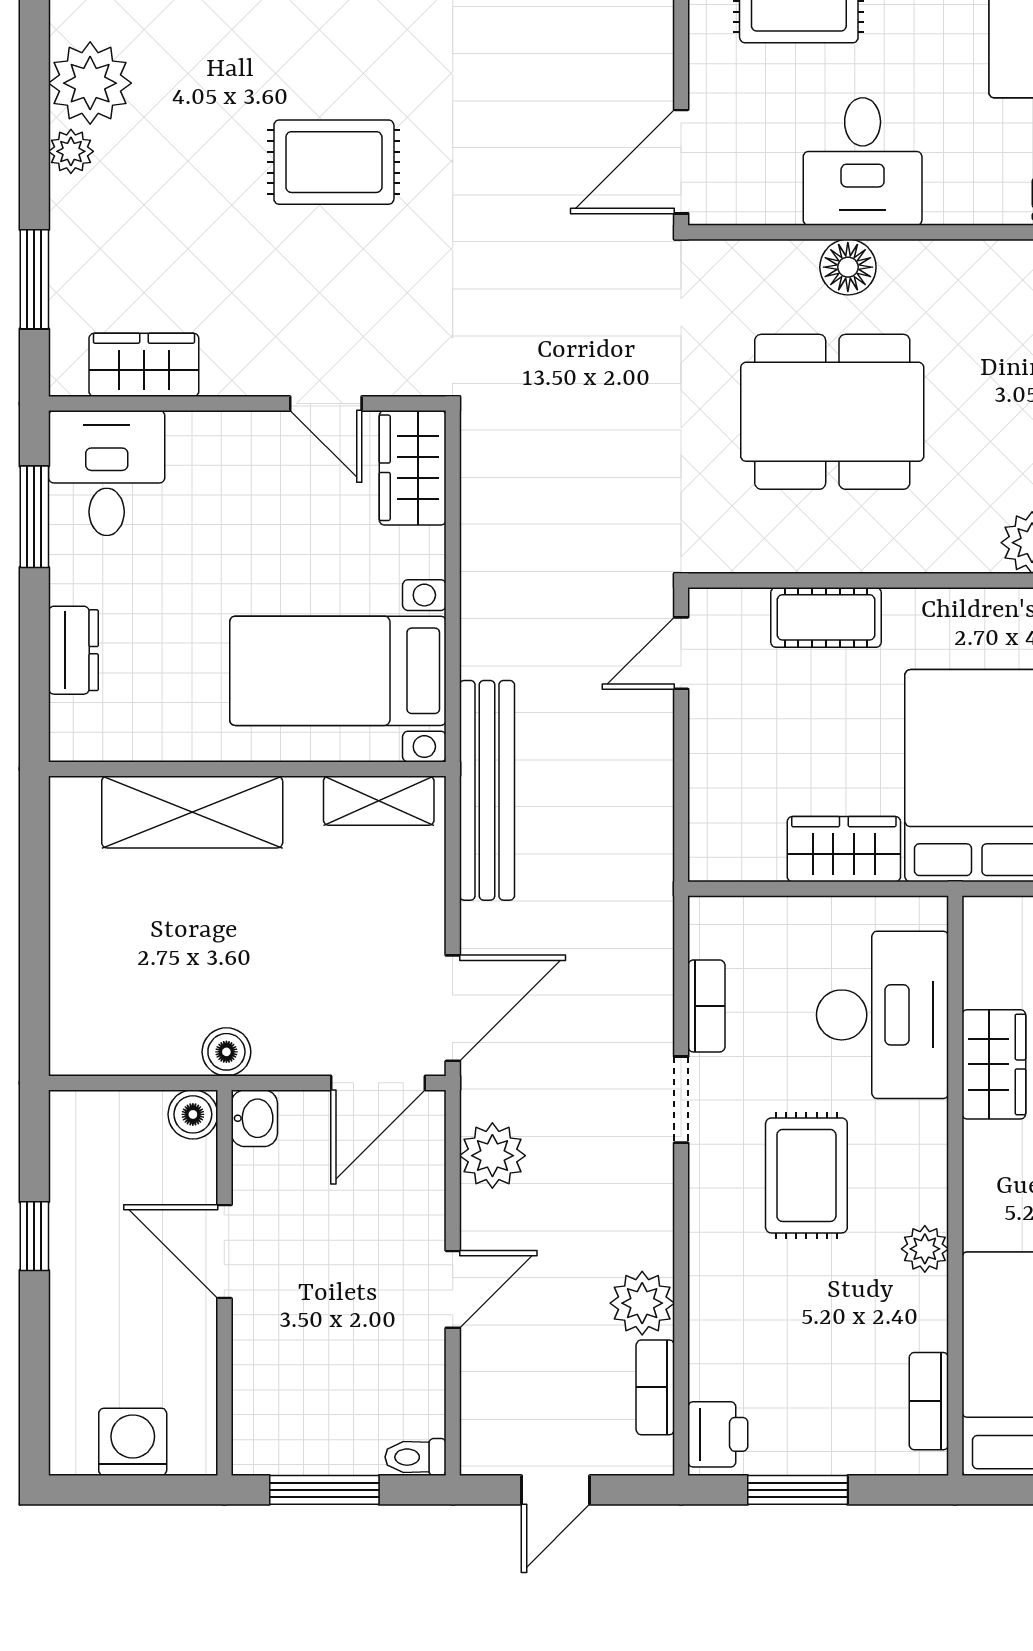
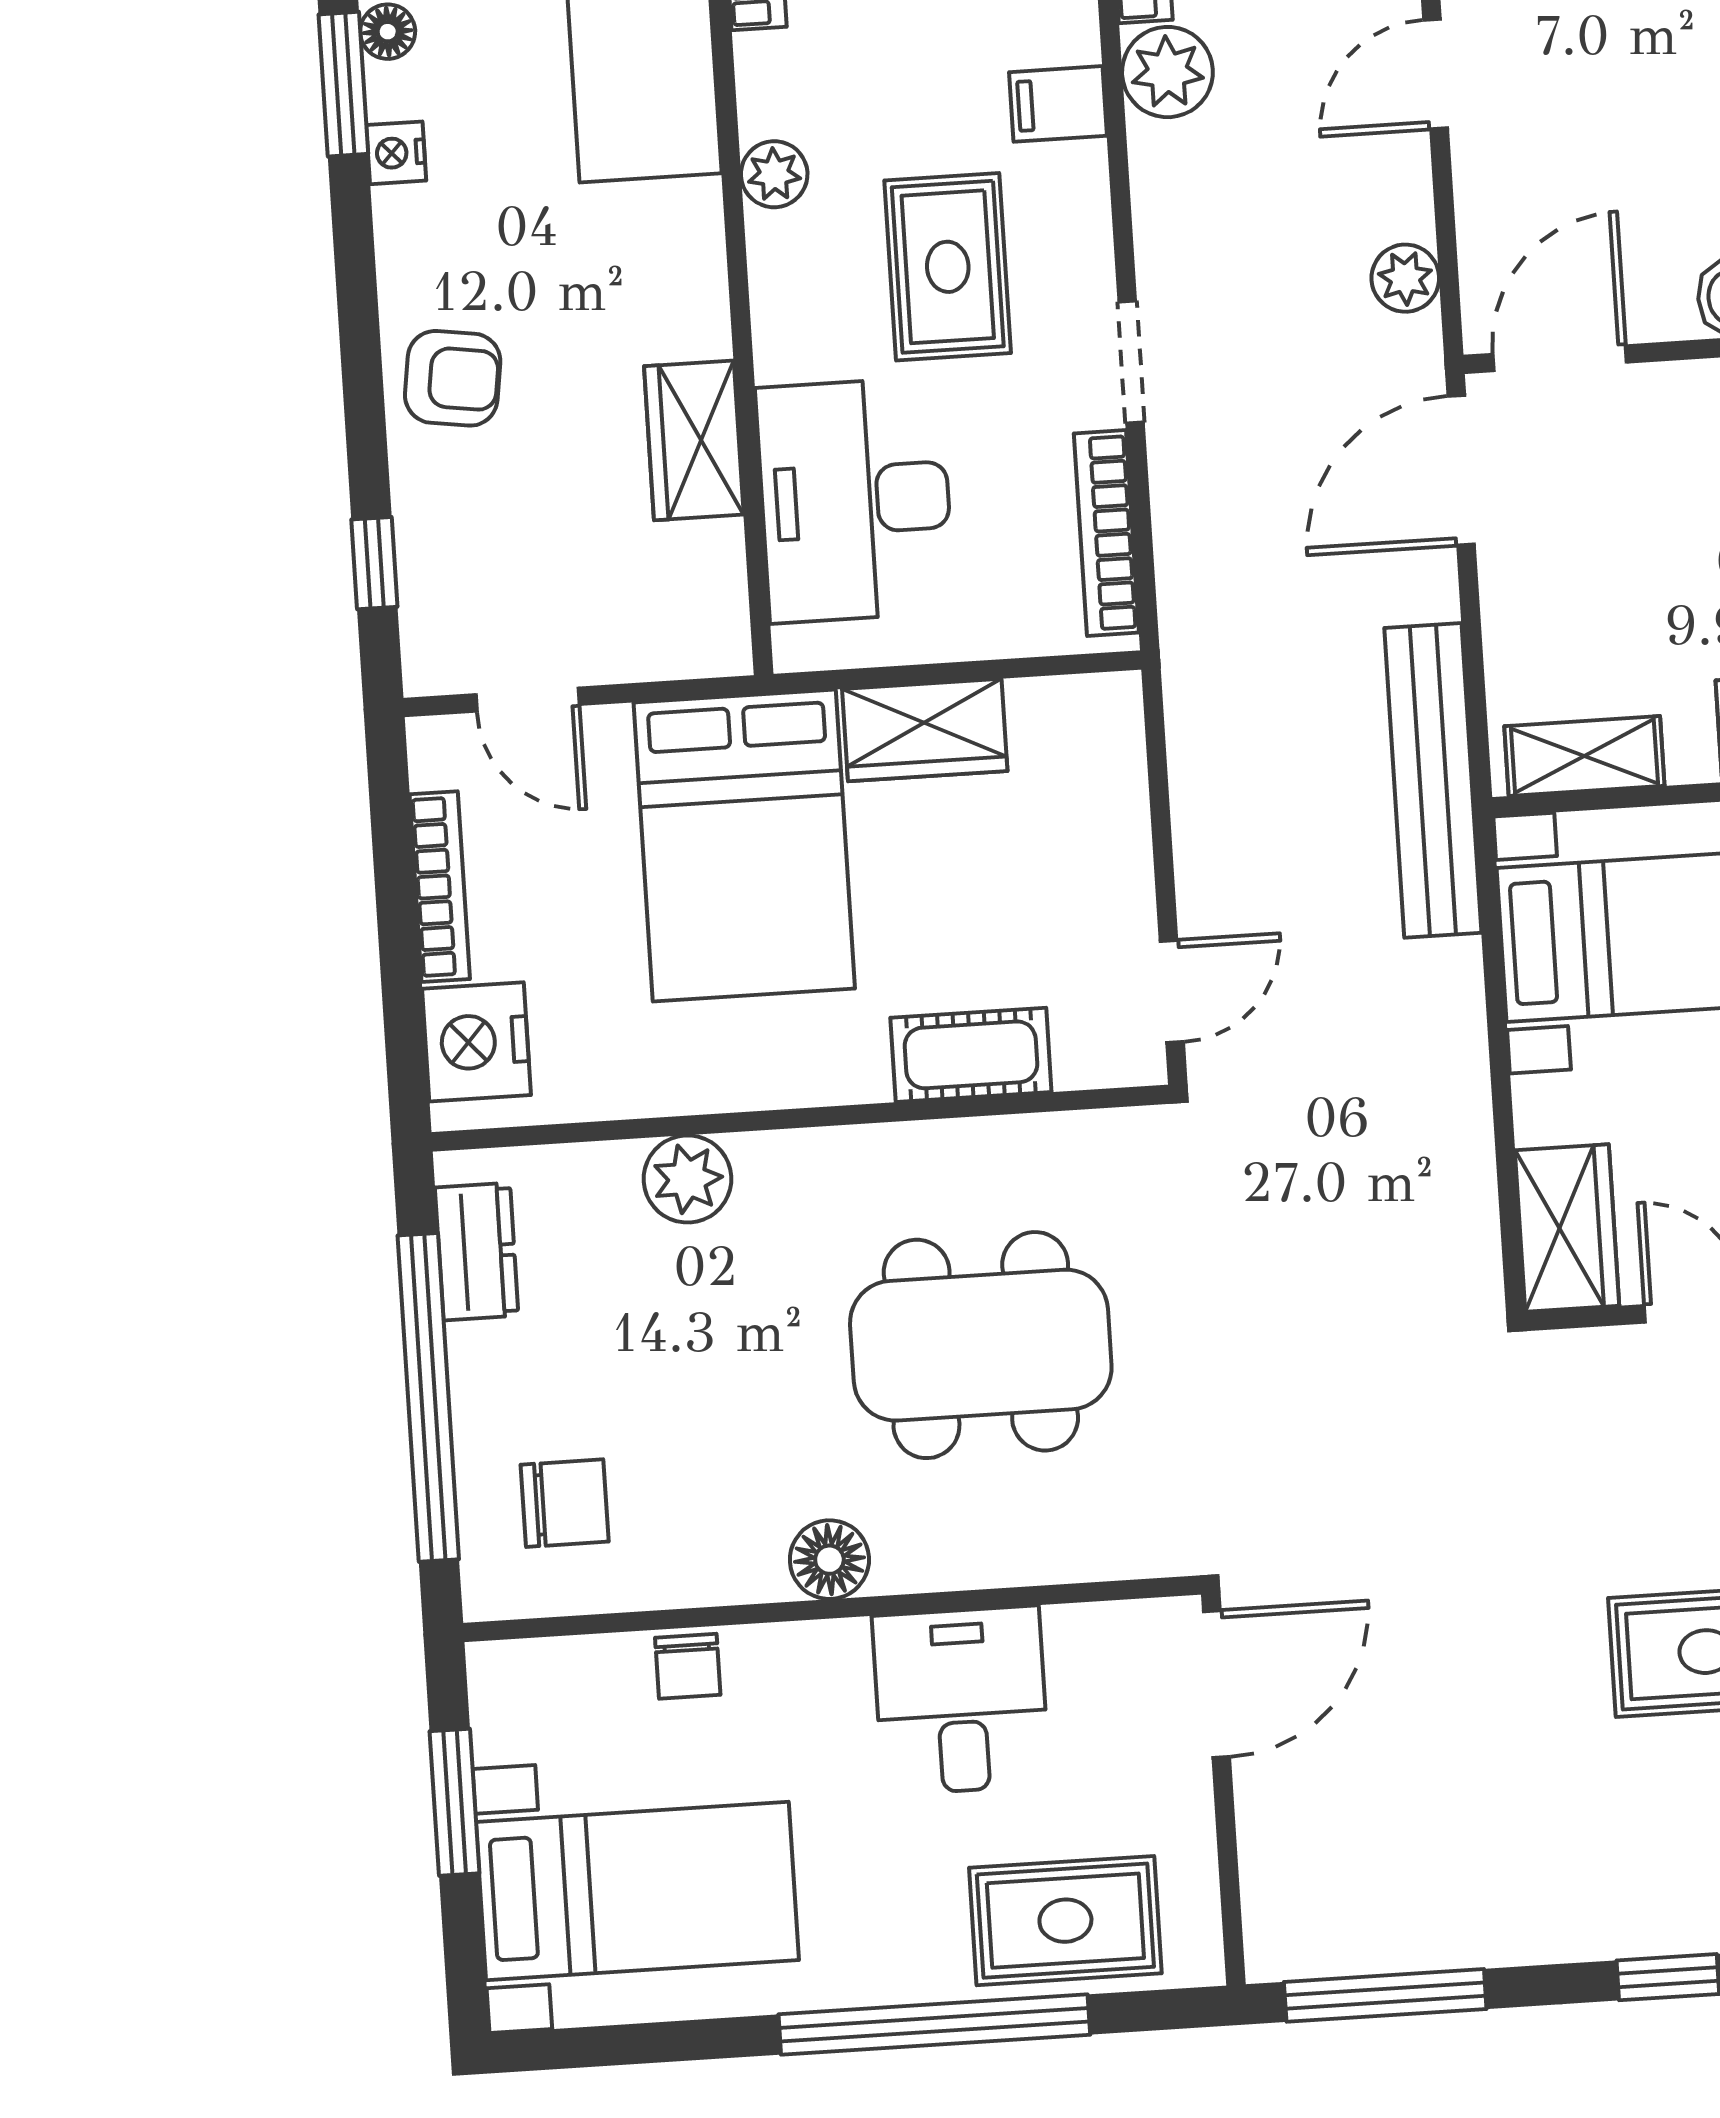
floor lamp: (848, 267) -> (829, 1560), moved
bookcase: (706, 1006) -> (1106, 533), width x1.56
plant: (492, 1156) -> (1405, 278), width x0.73, depth x0.73
filing cabinet: (721, 1286) -> (1058, 104), added

